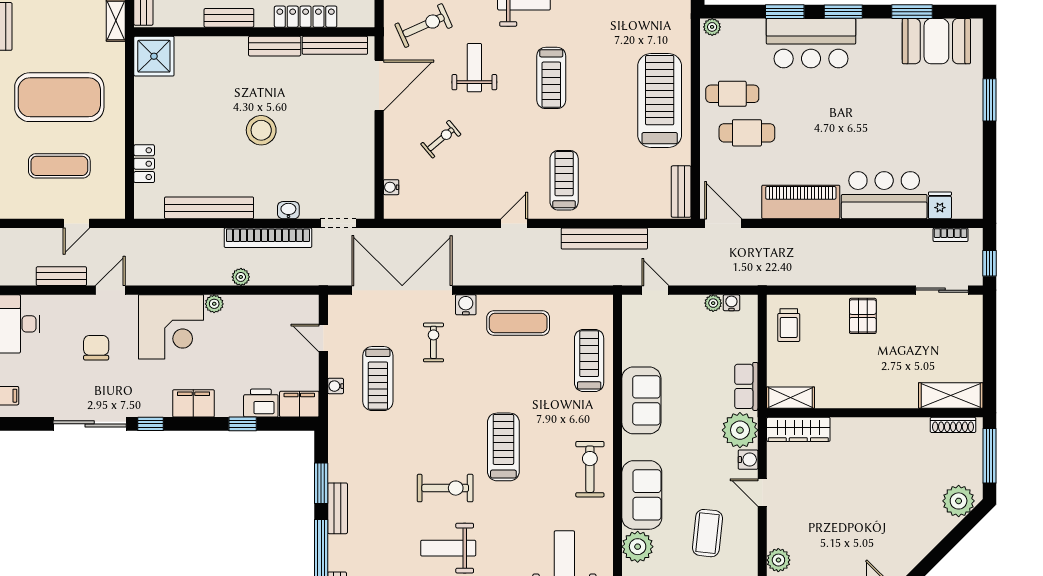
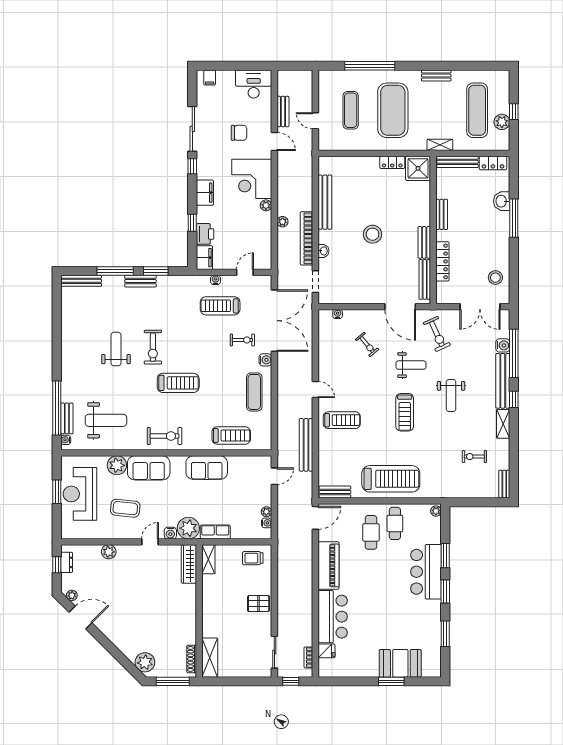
booth: (936, 41) -> (400, 663), moved, turned 90
treadmill: (551, 78) -> (405, 412), turned -90
locker: (144, 164) -> (392, 162), moved

